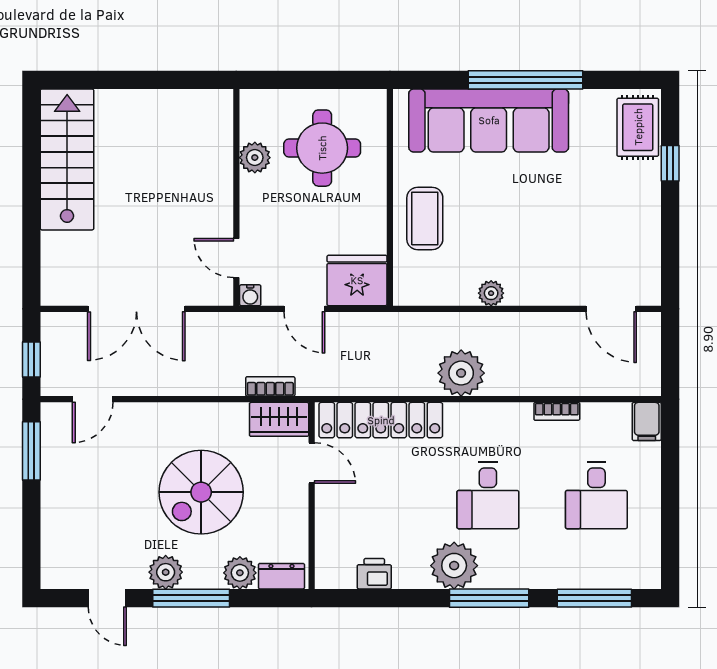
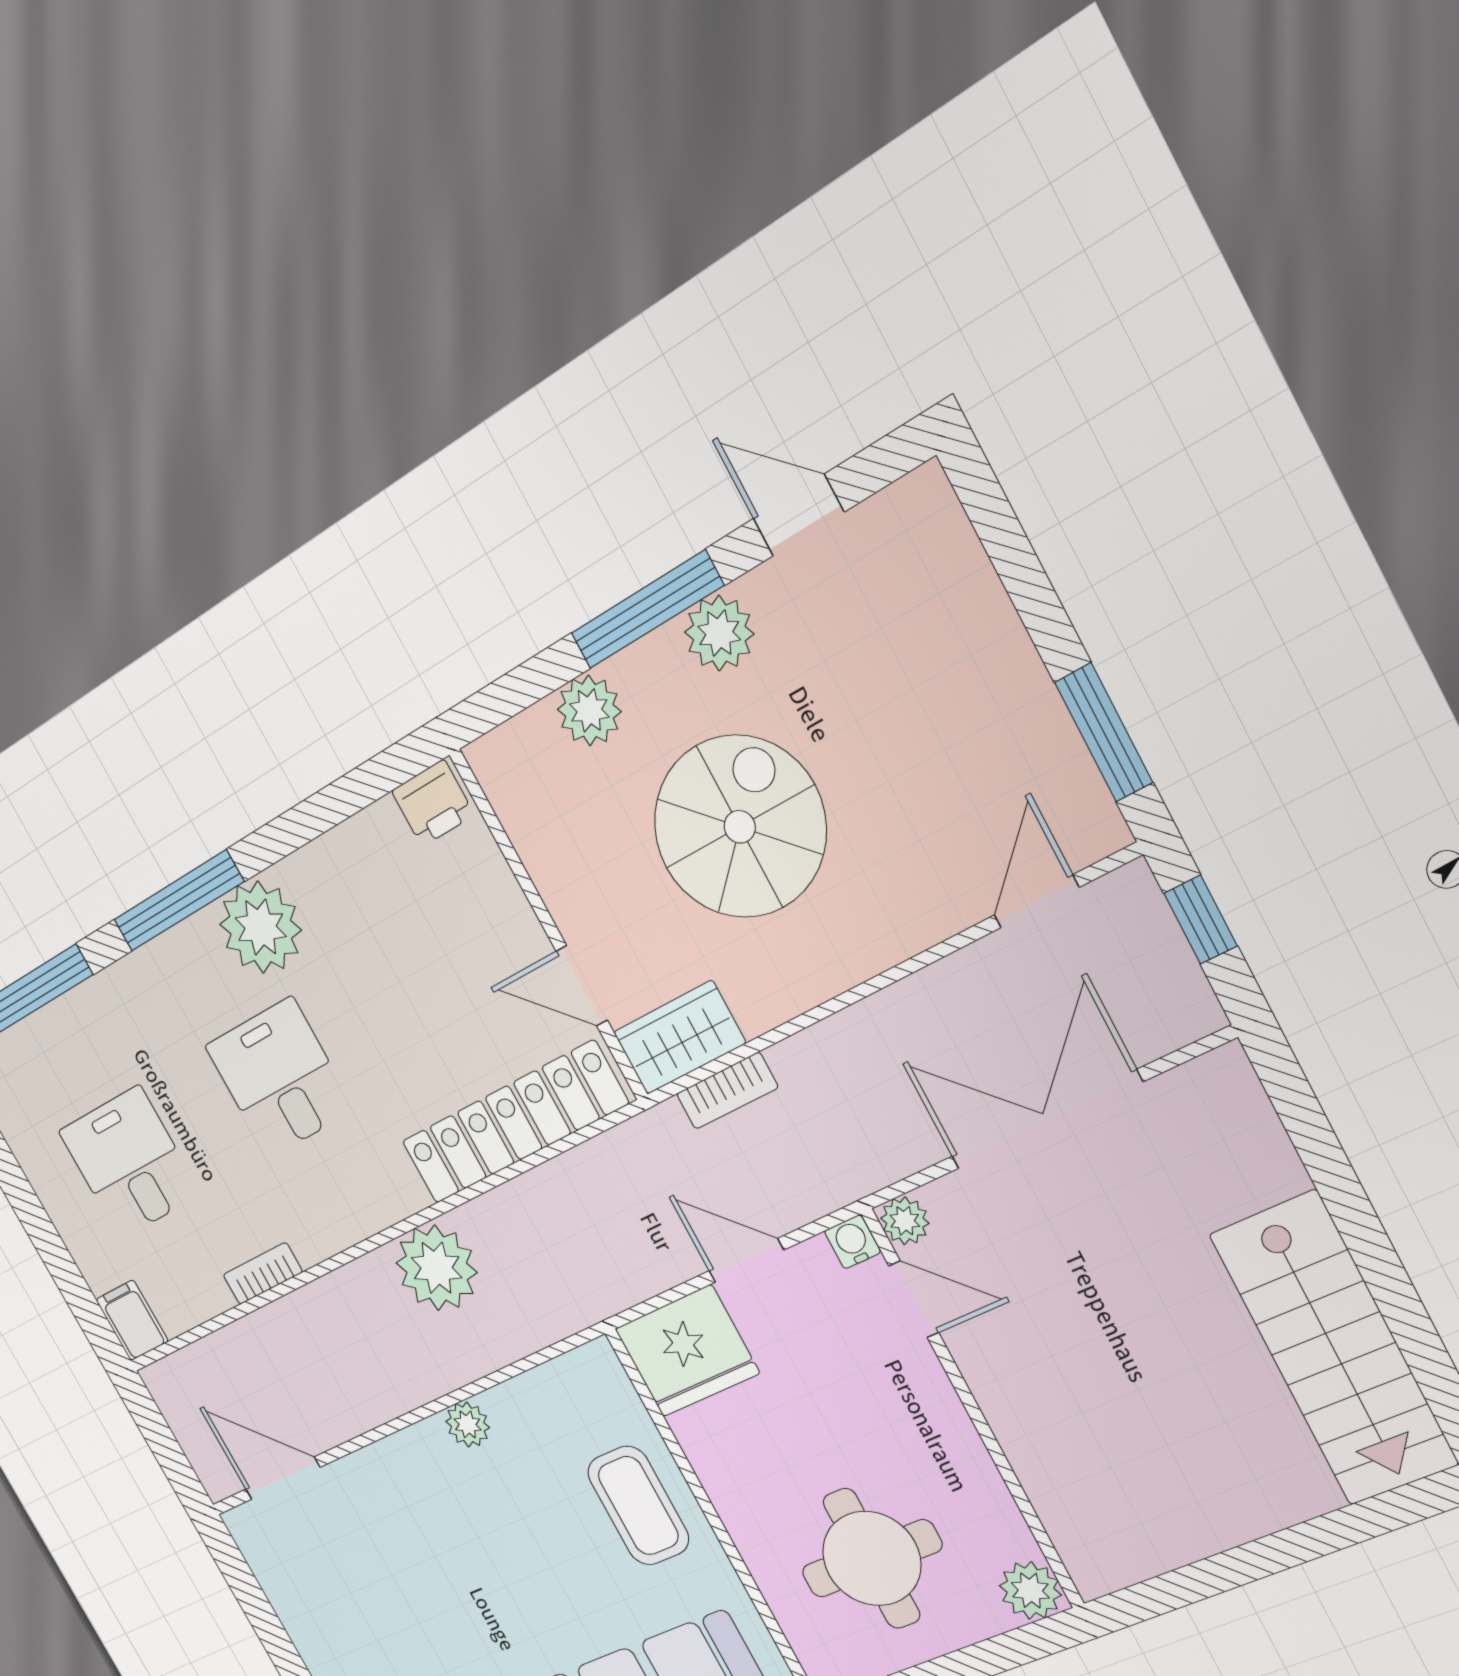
plant: (255, 158) -> (1030, 1590), moved
plant: (221, 294) -> (905, 1221), added
printer: (374, 574) -> (433, 803), moved
dresser: (281, 576) -> (517, 746), removed

